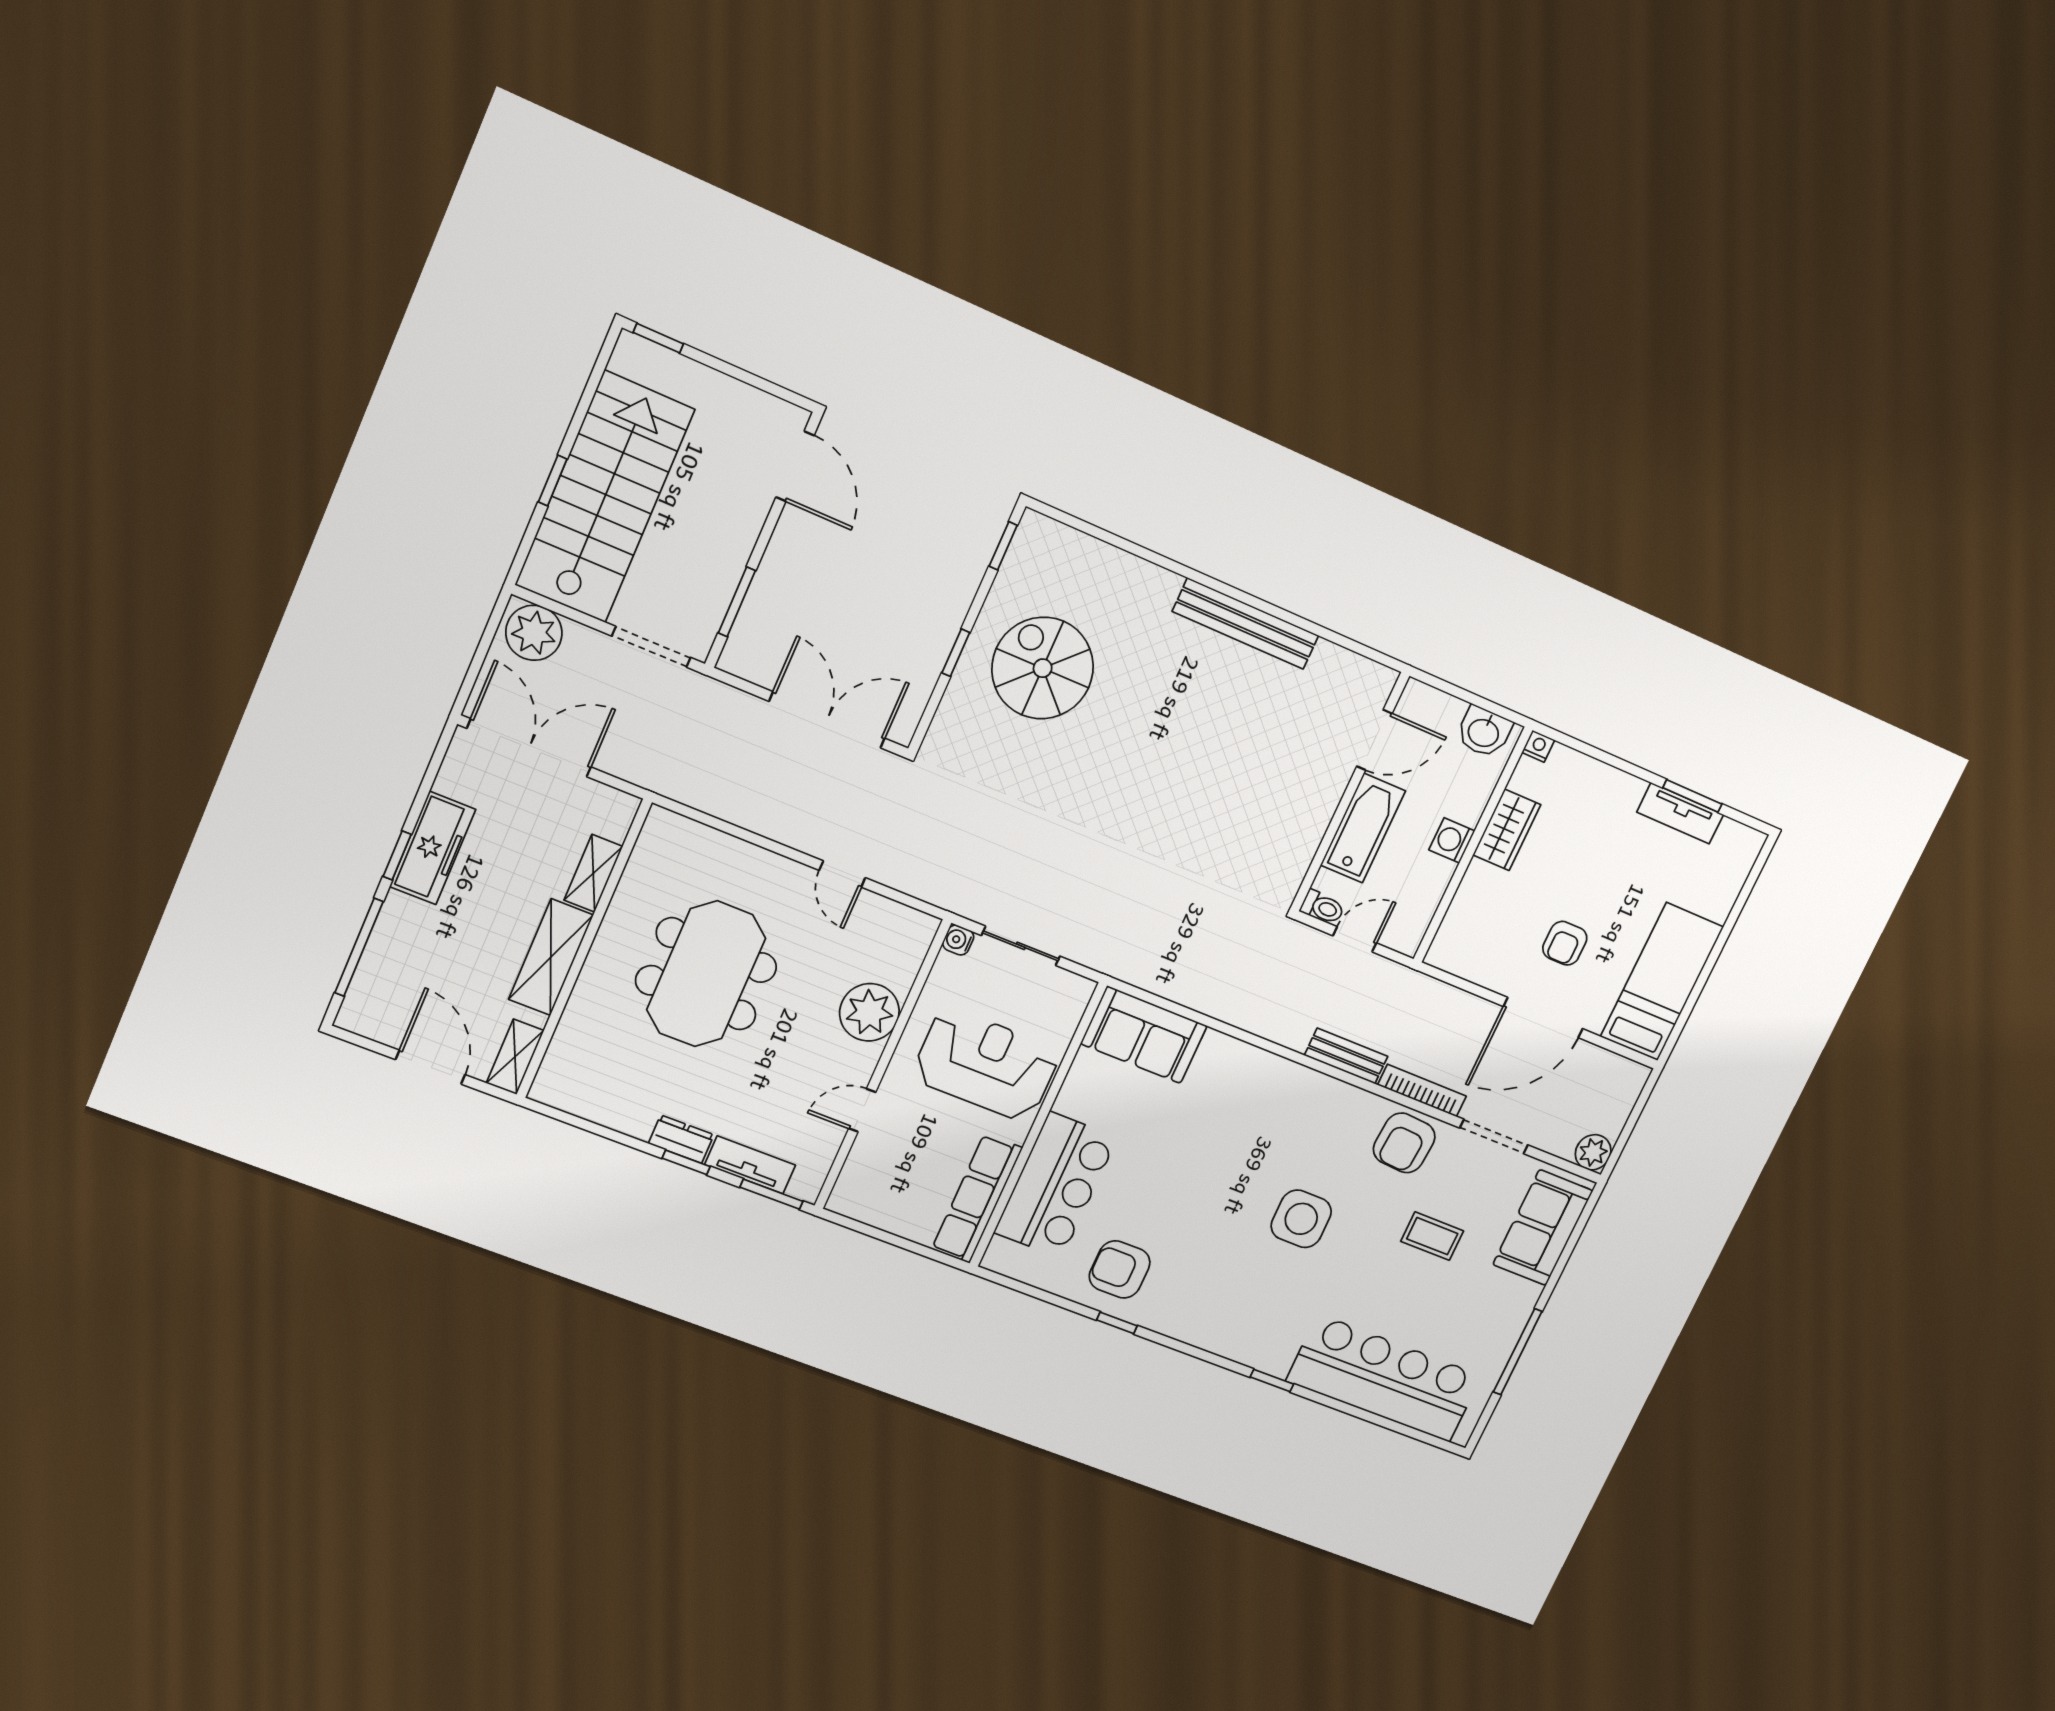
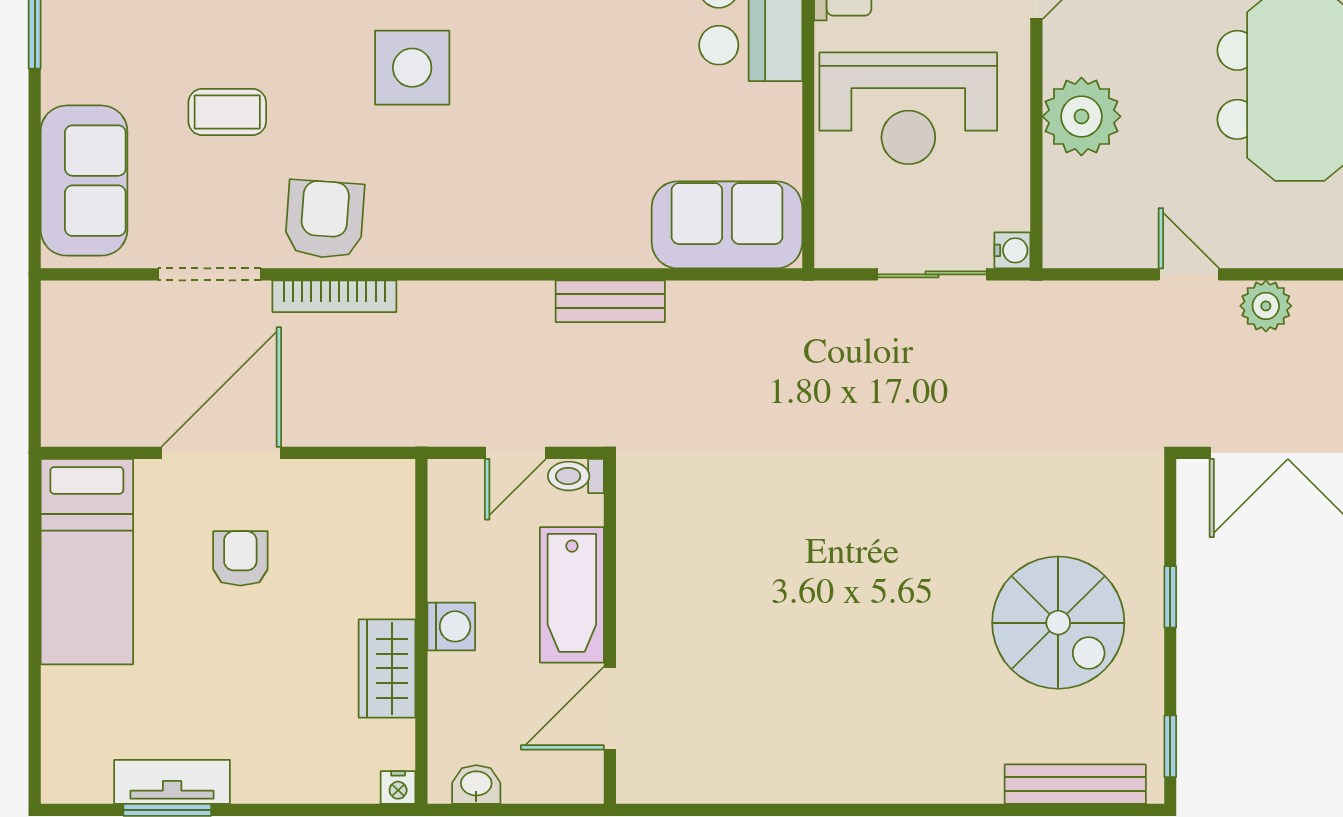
bench: (1246, 624) -> (1075, 784), moved, width x0.73, depth x0.82
washbasin: (1484, 732) -> (476, 785), width x0.72, depth x0.69
bench: (1346, 1056) -> (610, 301), moved
plant: (1593, 1152) -> (1266, 306), moved

